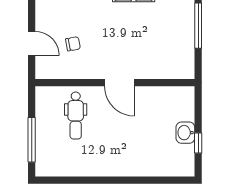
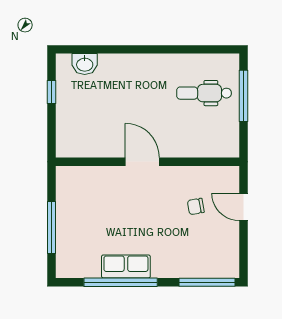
dental chair: (76, 115) -> (204, 93), moved, turned -90
washbasin: (185, 133) -> (85, 64), moved, turned 90

